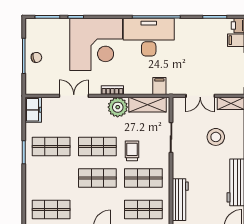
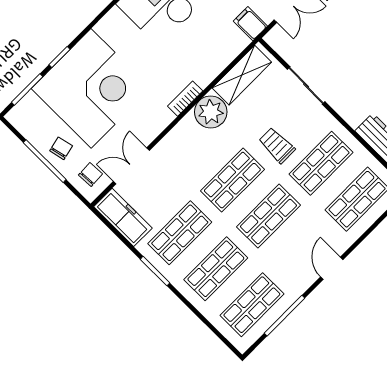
corner desk: (96, 44) -> (91, 88), moved
chair: (38, 82) -> (90, 175), added
filing cabinet: (159, 86) -> (250, 24), moved
double door: (74, 96) -> (131, 166), moved
freezer: (33, 110) -> (123, 217), width x1.40
stool: (216, 137) -> (357, 34), removed
shop shelf: (51, 178) -> (216, 269), added

